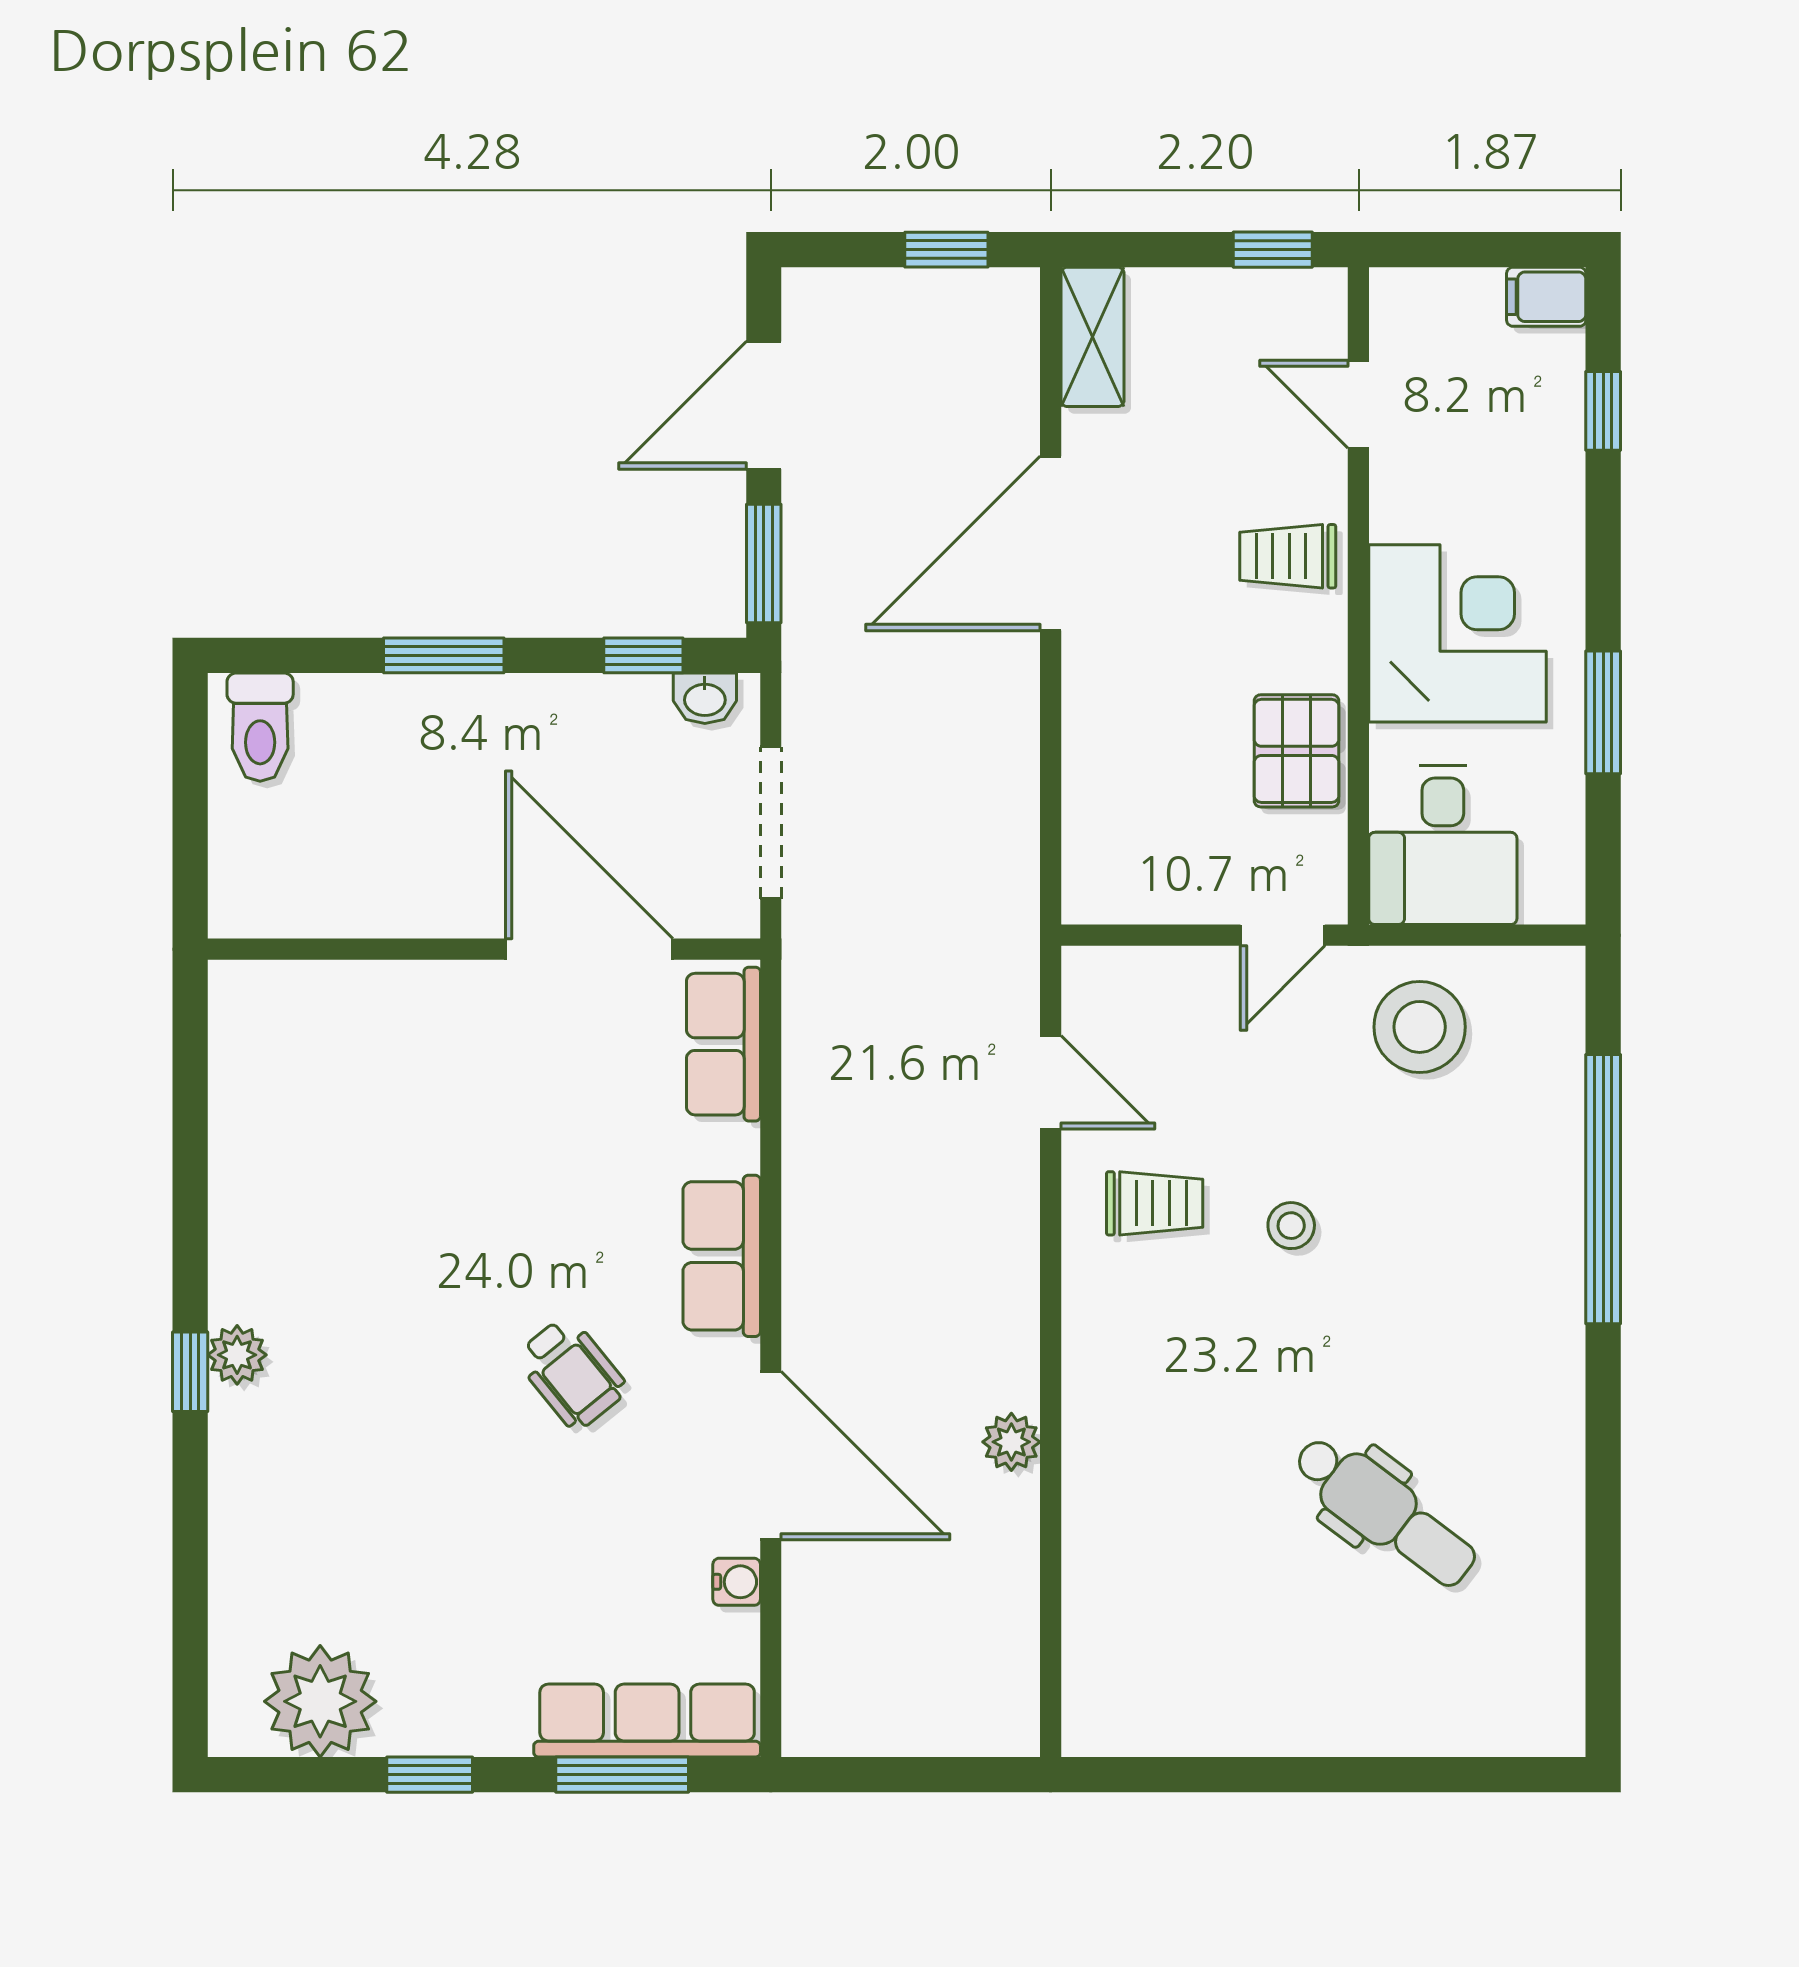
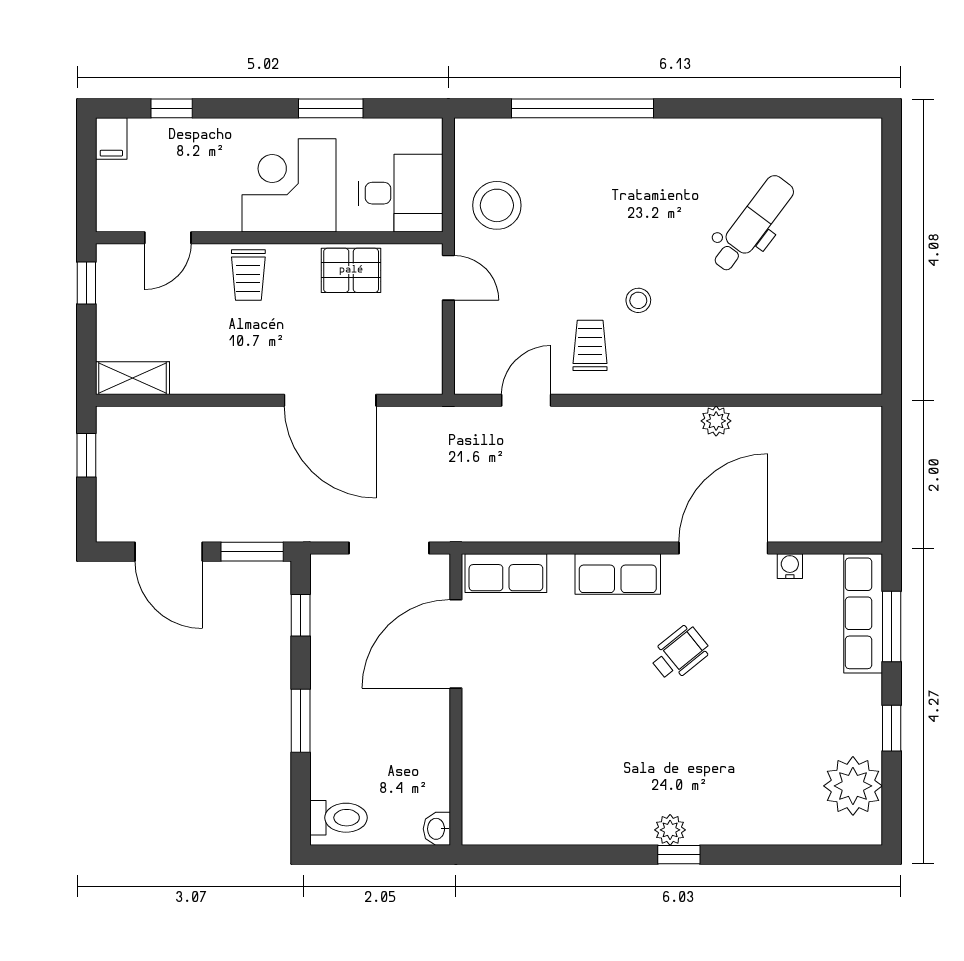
door: (1051, 543) -> (330, 400), moved
washbasin: (705, 698) -> (437, 829), moved, turned 180
stool: (1291, 1226) -> (638, 300), moved

